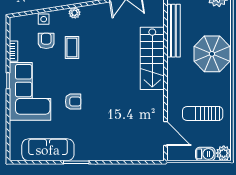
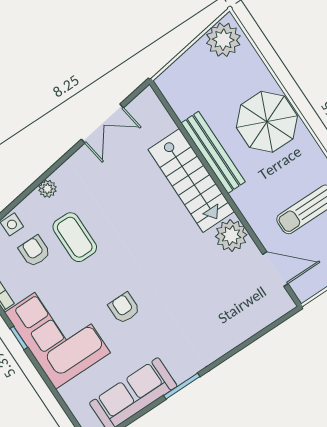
bench: (173, 31) -> (213, 152), moved
coffee table: (72, 48) -> (75, 237), width x1.36, depth x1.30
plant: (154, 101) -> (231, 236), added
armchair: (73, 102) -> (124, 308), turned -90

